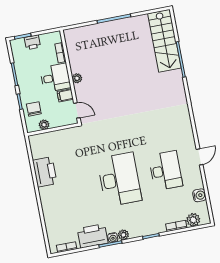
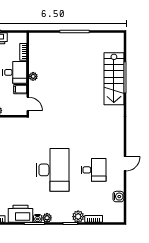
stairs: (164, 41) -> (114, 79), moved
desk: (165, 171) -> (94, 170), width x0.73
plant: (193, 220) -> (78, 217), moved

